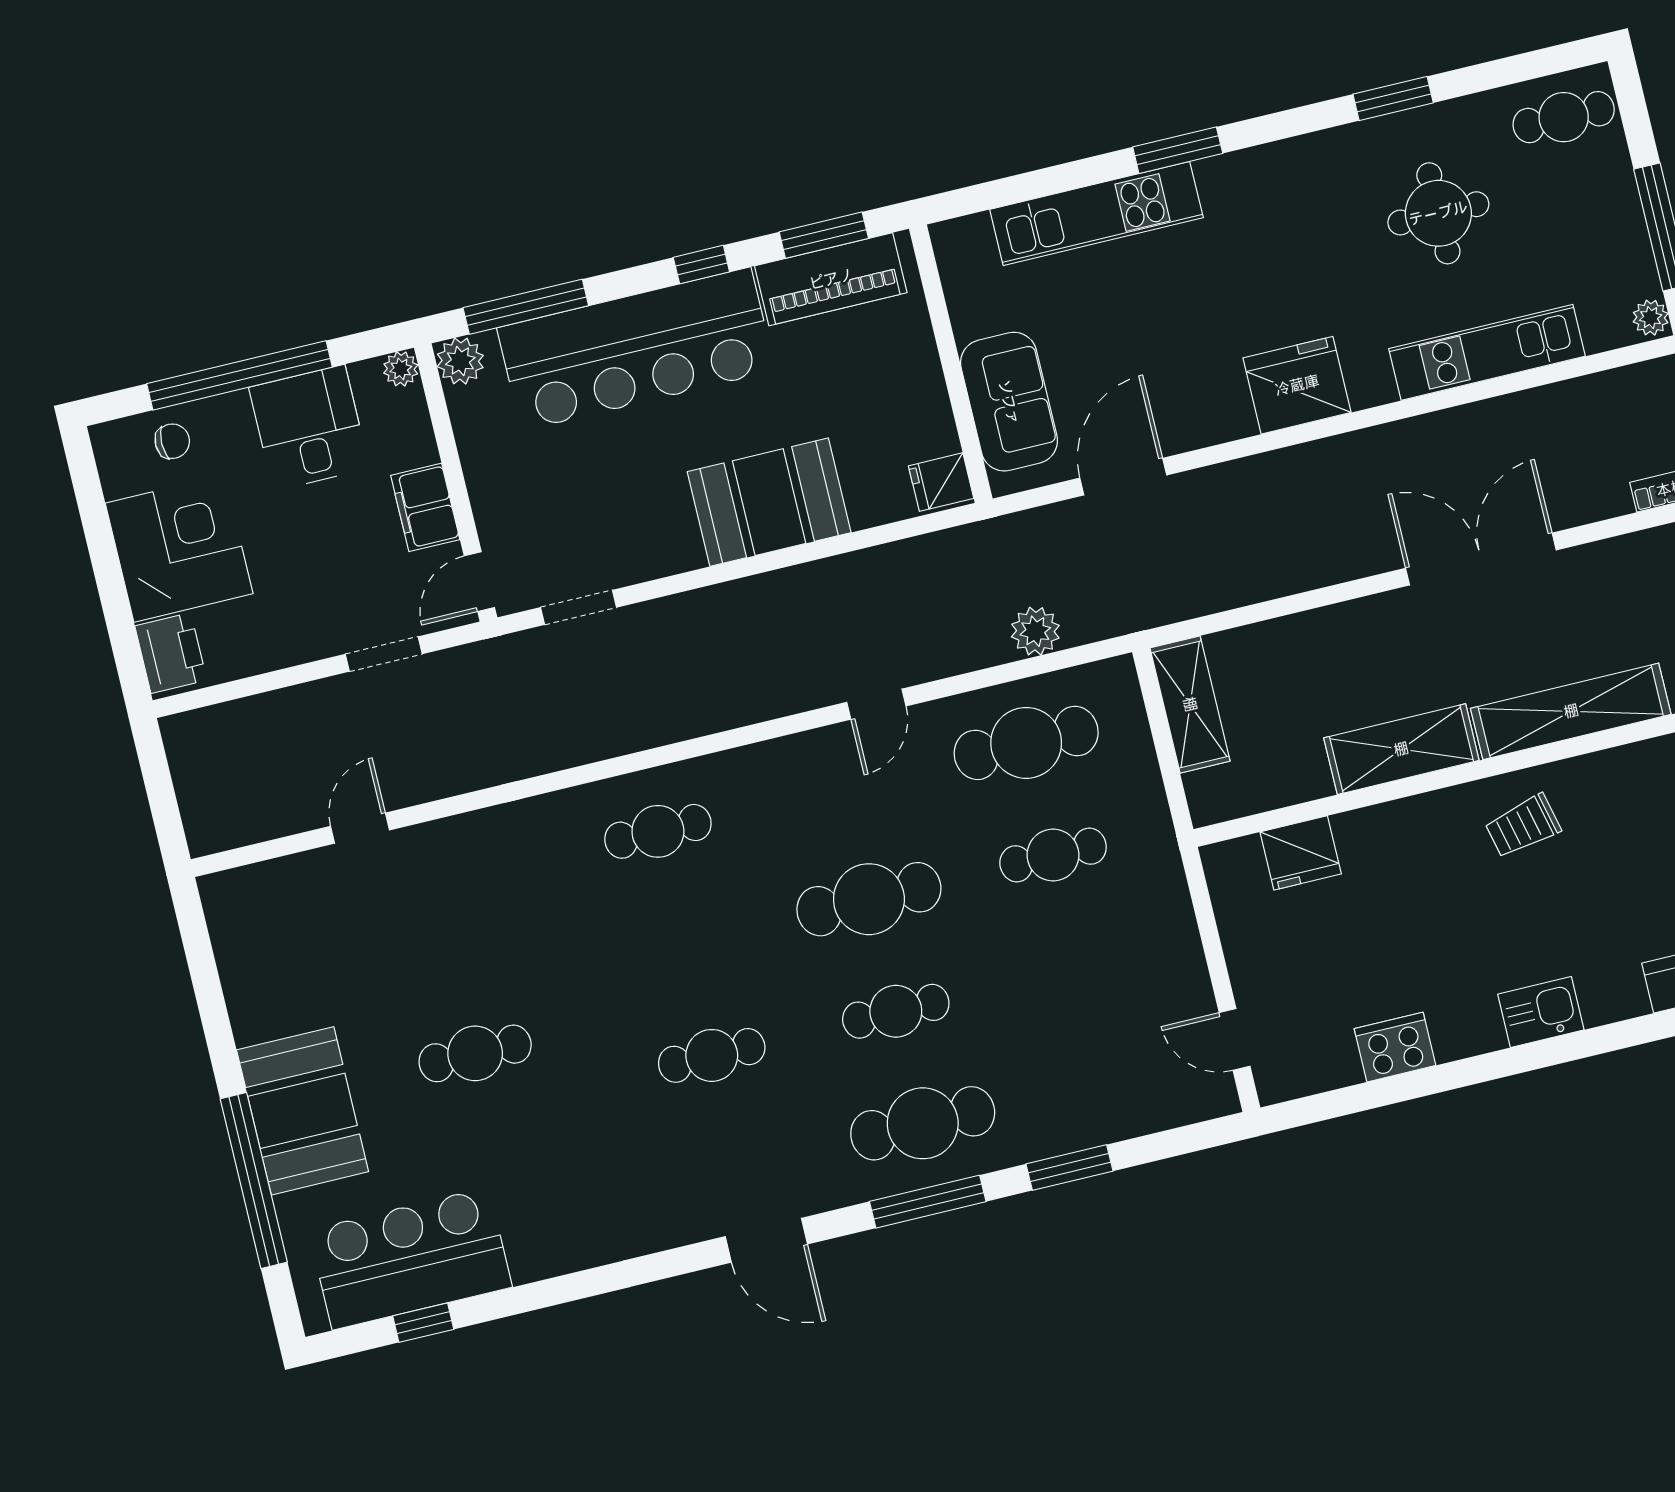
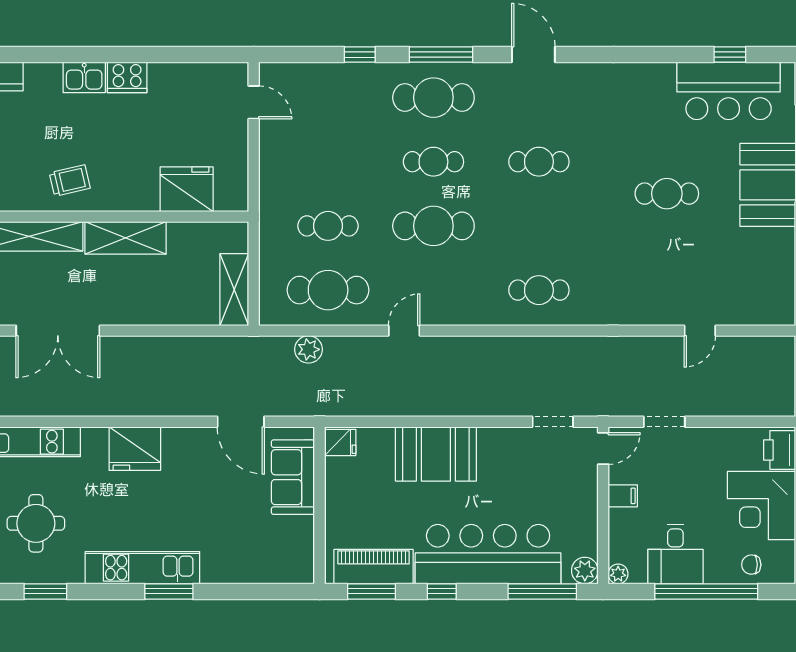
kitchen unit: (1096, 214) -> (142, 568), moved
door: (1123, 477) -> (241, 422), hinge flipped
filing cabinet: (425, 507) -> (623, 496), width x0.50
fridge: (1301, 853) -> (187, 189), width x1.36, depth x1.34
cooker: (1395, 1047) -> (127, 77), moved
window: (1069, 1167) -> (360, 55), width x0.67

